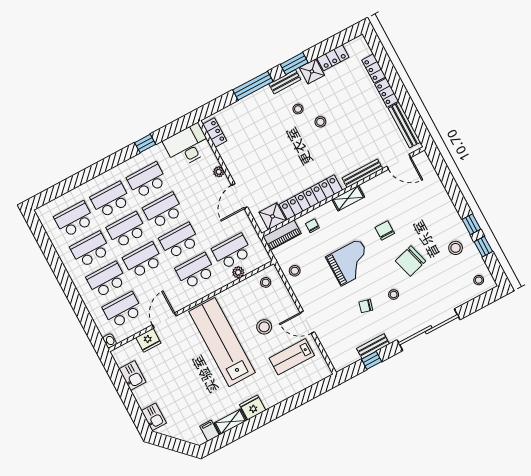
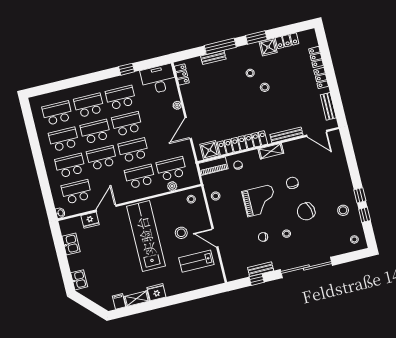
bench: (285, 82) -> (213, 57), moved
bench: (404, 125) -> (328, 106), width x0.73

